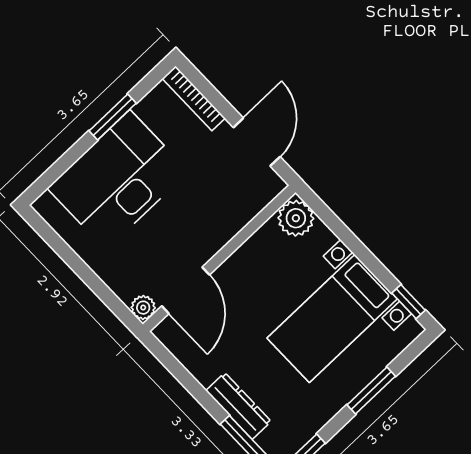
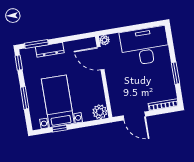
desk: (118, 180) -> (145, 46), moved, turned -90
window: (409, 302) -> (60, 128), moved

